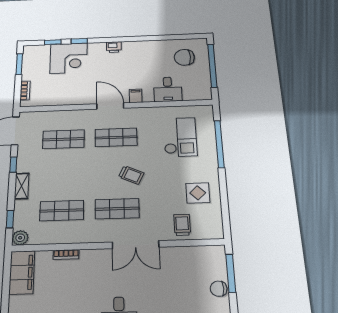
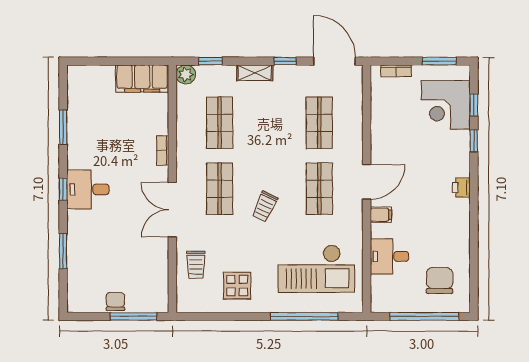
corner desk: (69, 58) -> (446, 105), moved
checkout: (180, 137) -> (316, 269), width x1.36, depth x1.21
trolley: (182, 225) -> (196, 265), turned 90
bookcase: (66, 254) -> (163, 150), moved

